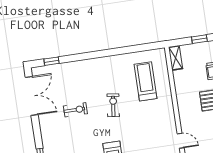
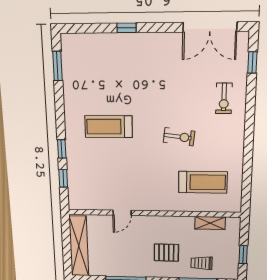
shelving: (176, 58) -> (210, 223), moved
exercise bike: (75, 110) -> (224, 98), moved

